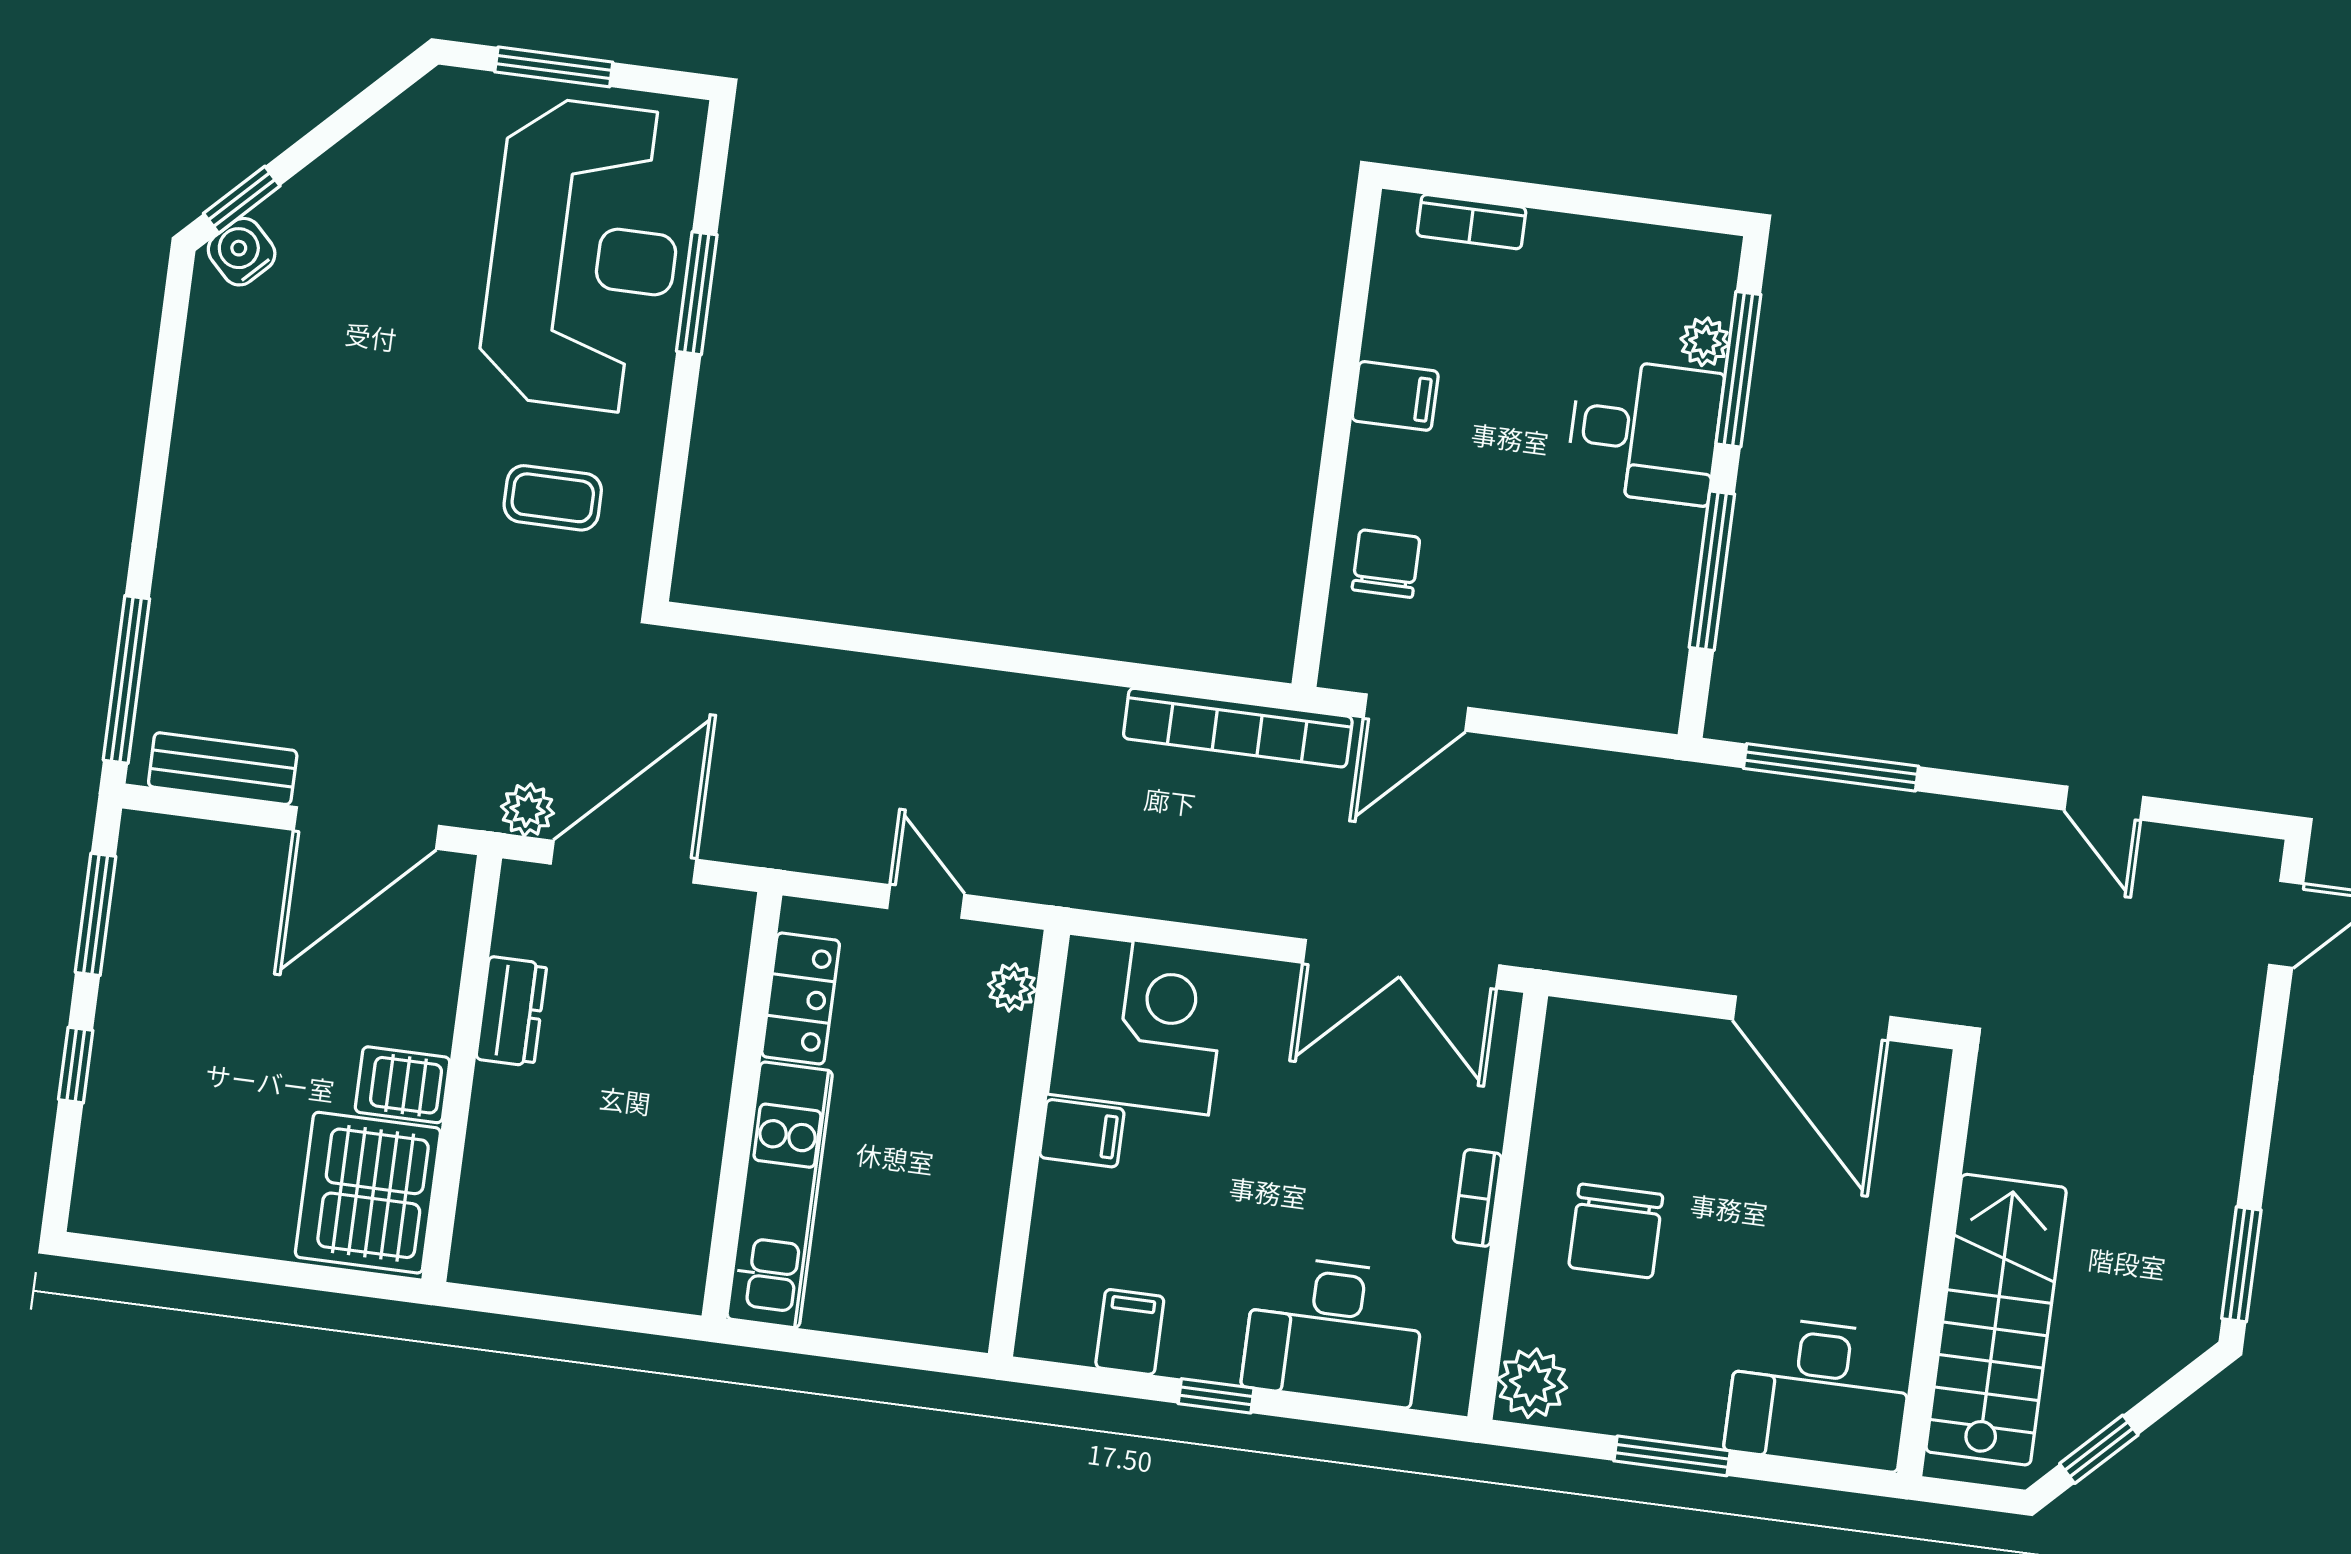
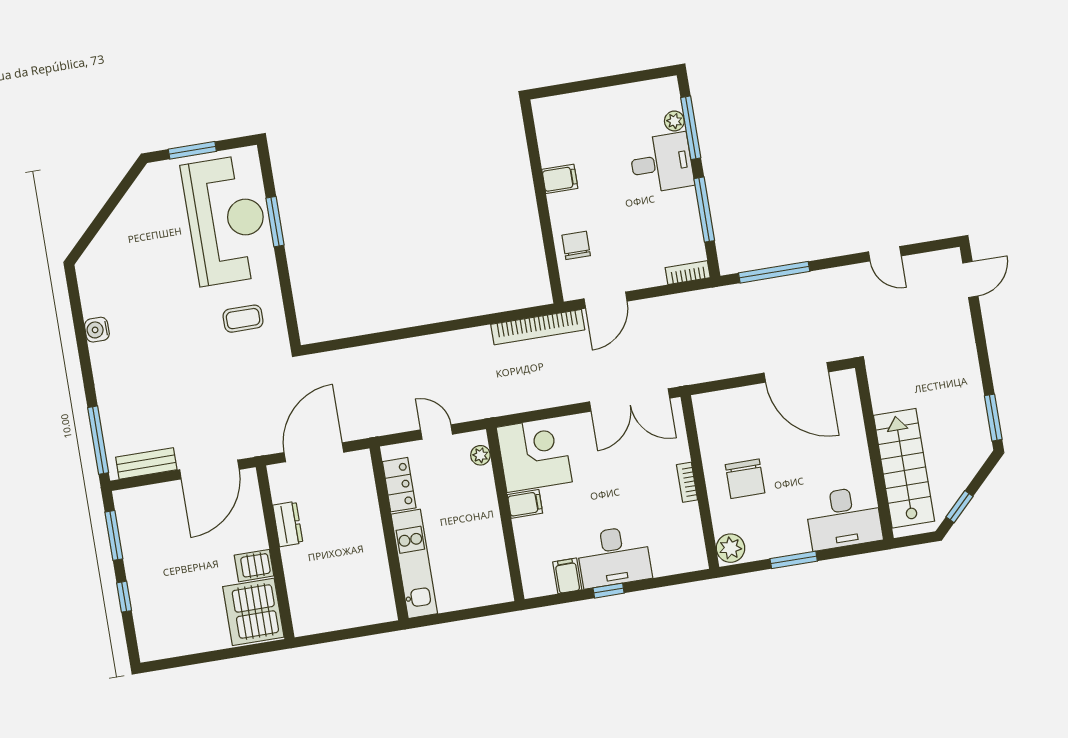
window: (242, 200) -> (86, 239), removed
bookcase: (1472, 222) -> (688, 273), moved, turned 180
water cooler: (242, 252) -> (97, 330), moved, turned -45
plant: (527, 810) -> (270, 443), removed
desk: (1334, 1331) -> (614, 557), moved

